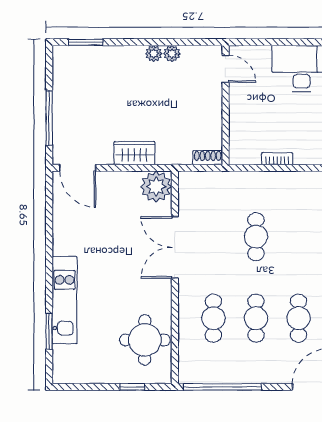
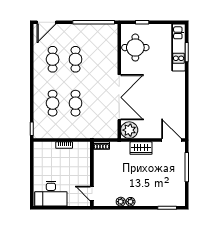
double door: (175, 247) -> (119, 97), width x1.36
kitchen unit: (65, 300) -> (179, 47), moved
cafe table: (213, 318) -> (53, 103), moved

